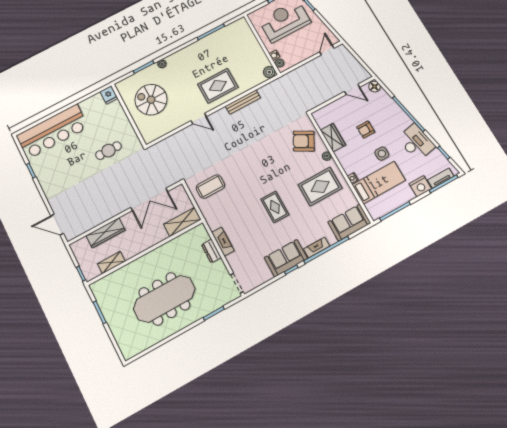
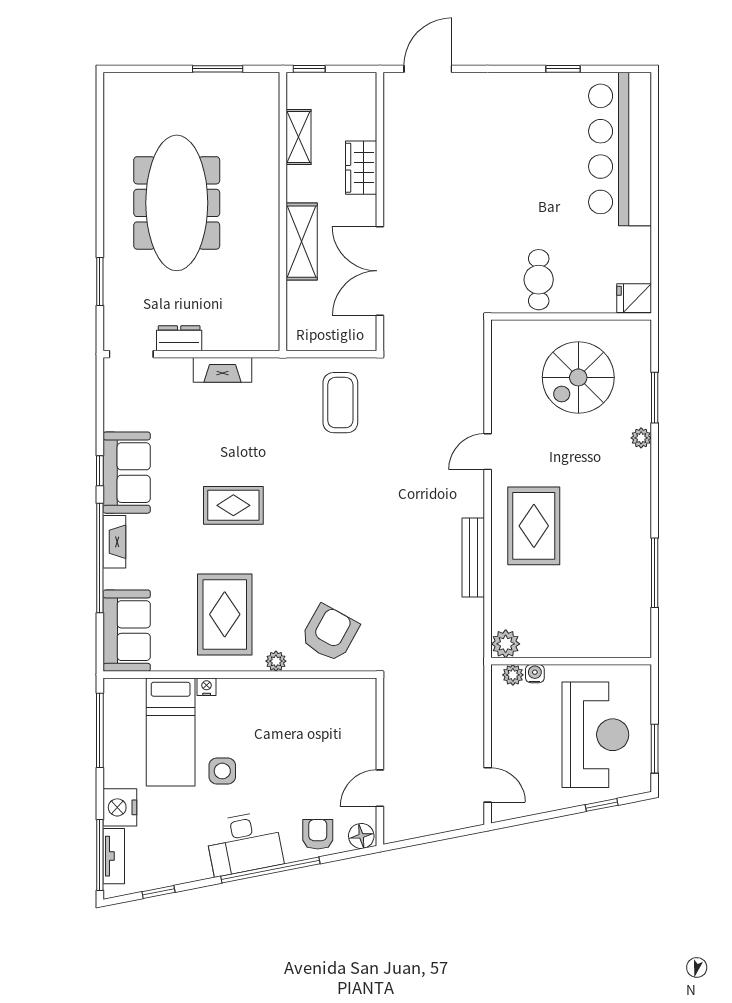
spiral stairs: (151, 100) -> (578, 377), turned 180
armchair: (366, 130) -> (318, 834), moved
wardrobe: (333, 138) -> (306, 694), removed
desk: (416, 142) -> (244, 843), moved
cafe table: (108, 151) -> (539, 280), moved
shelving: (182, 222) -> (302, 242), moved
wardrobe: (106, 233) -> (361, 168), width x0.67
dresser: (211, 251) -> (179, 338), moved

